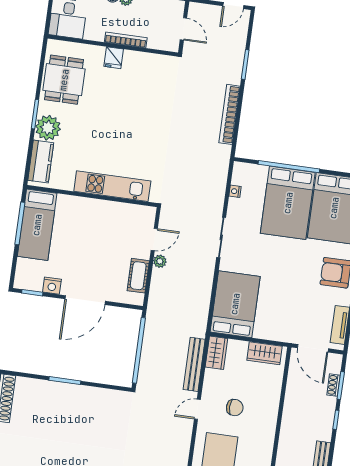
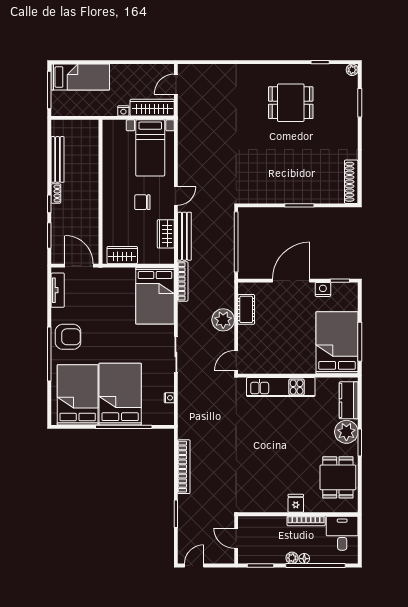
bookcase: (126, 40) -> (306, 521), moved
bed: (37, 225) -> (337, 343), width x1.50
door: (154, 240) -> (236, 361), moved
plant: (160, 261) -> (223, 320), width x1.88, depth x1.88
bookcase: (203, 316) -> (183, 281), added
wardrobe: (216, 353) -> (166, 234), moved
shoe rack: (333, 385) -> (56, 194), moved

